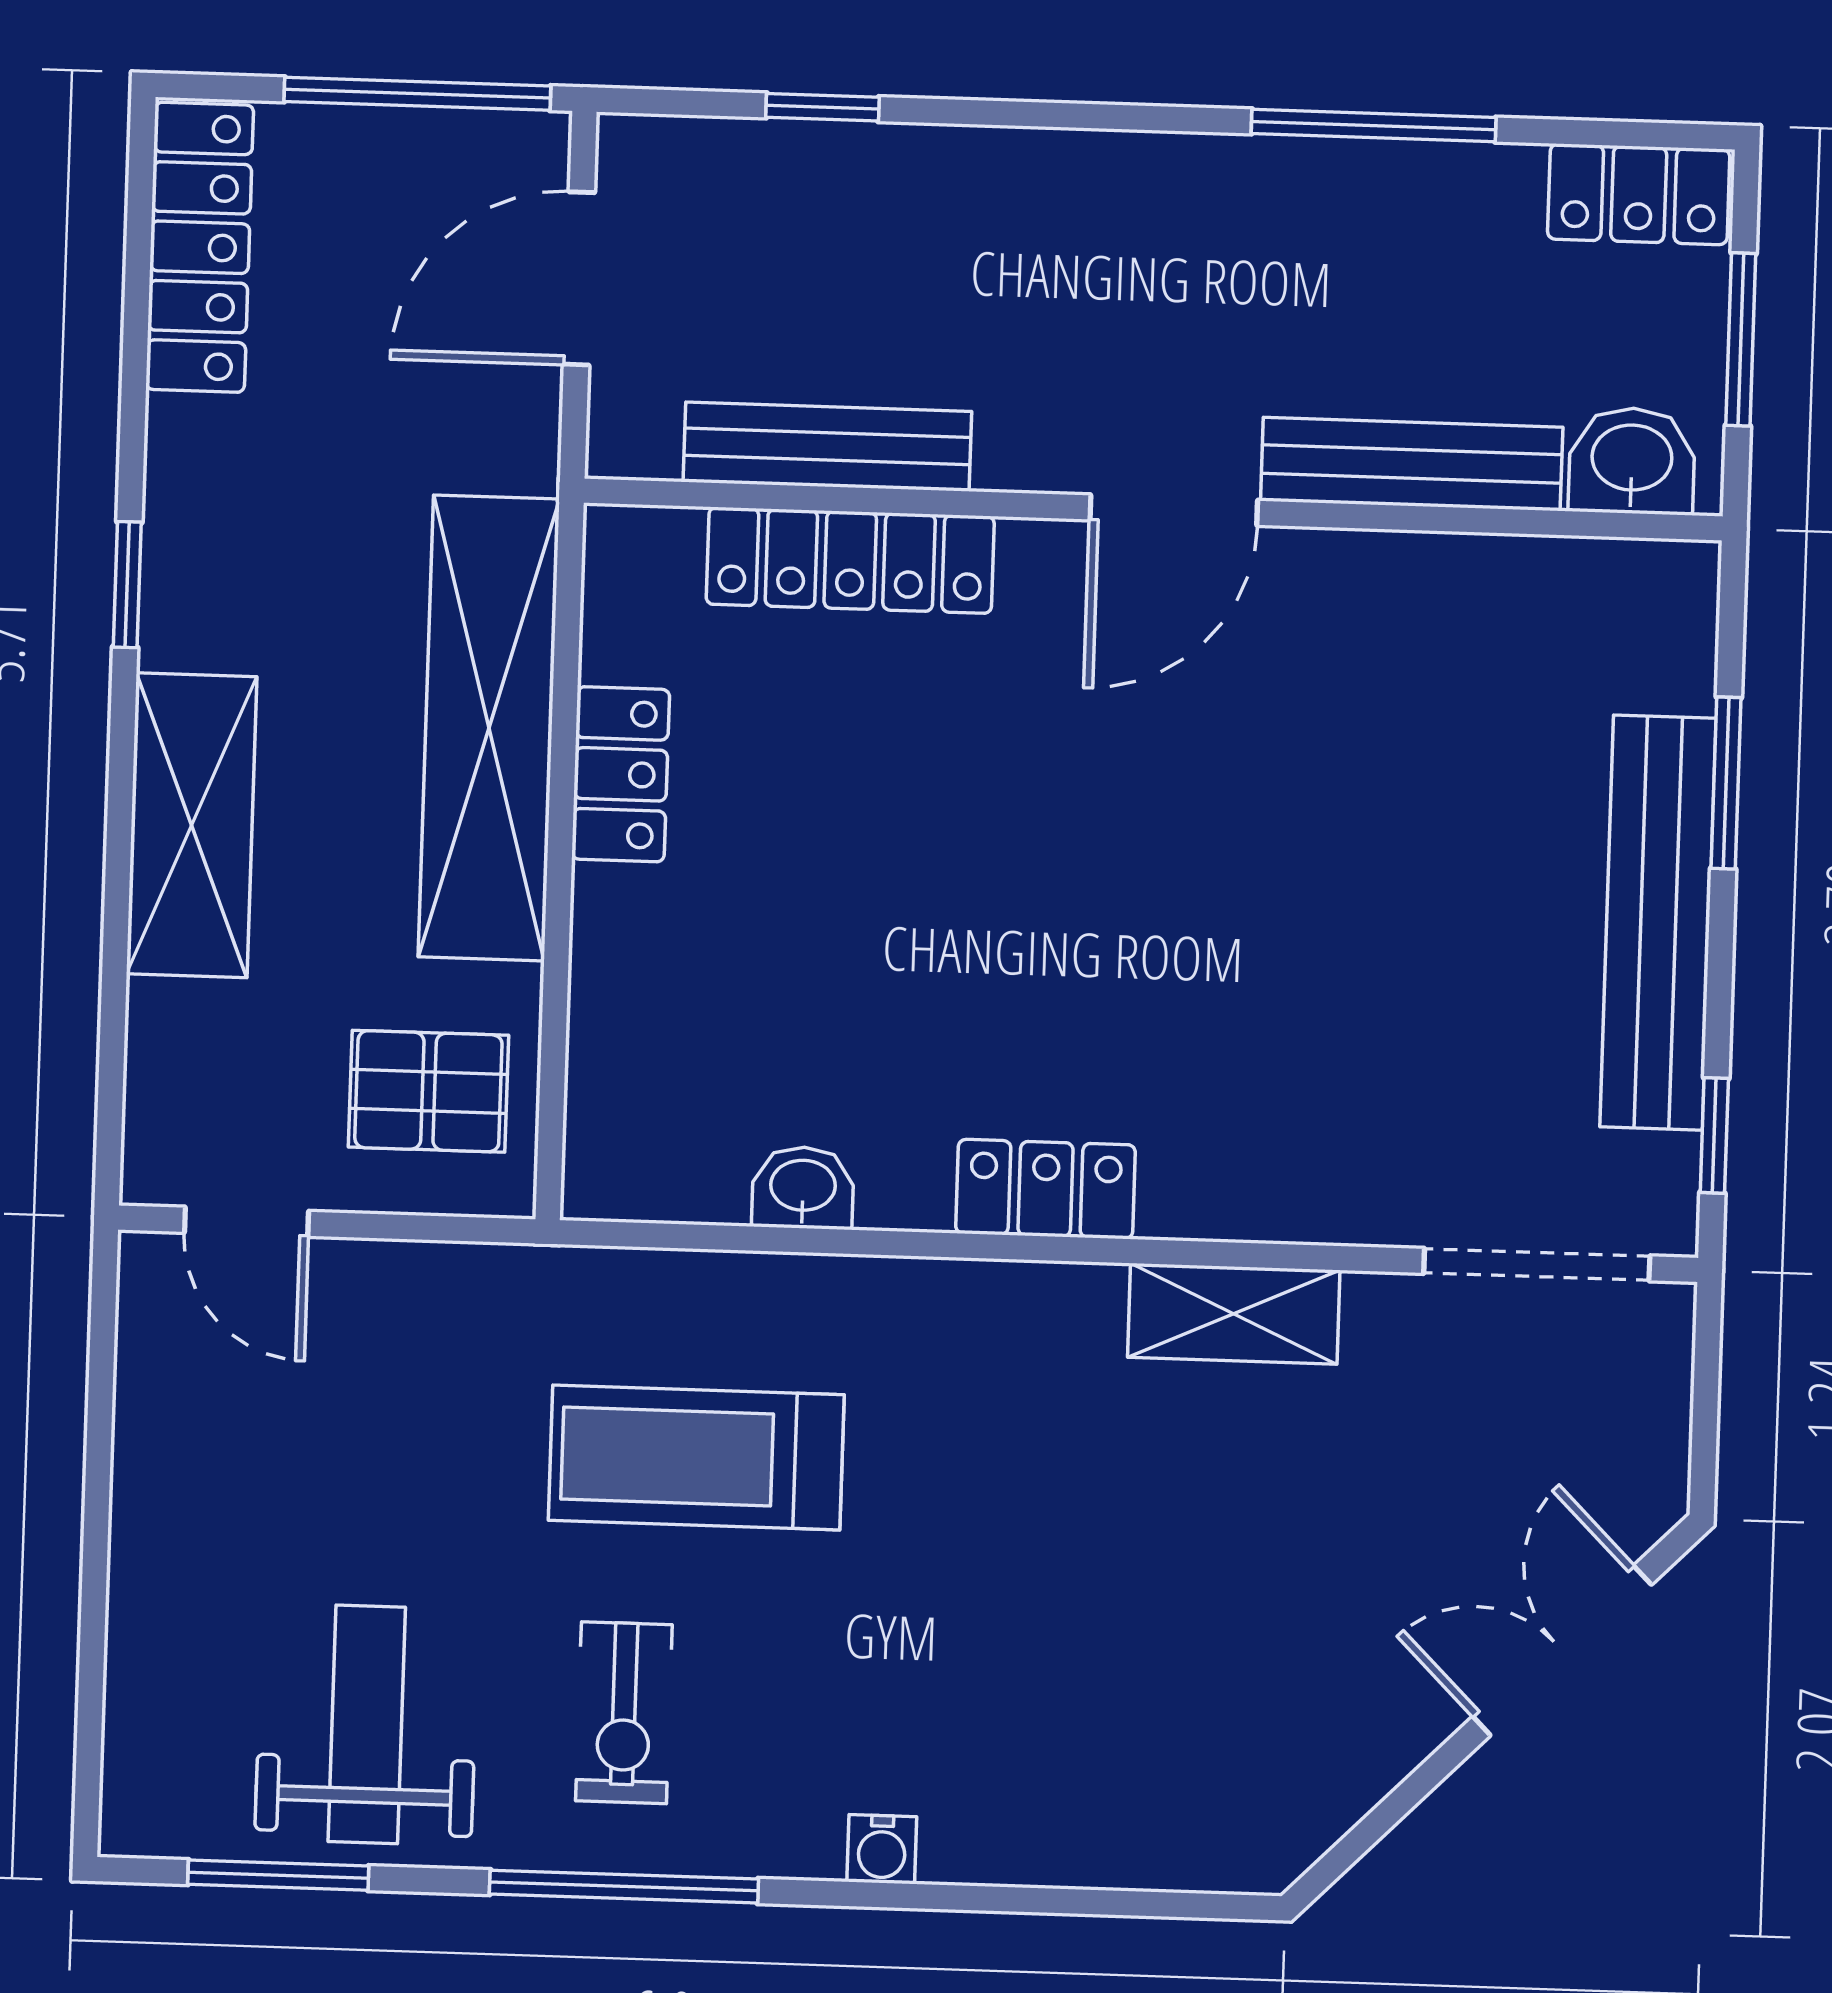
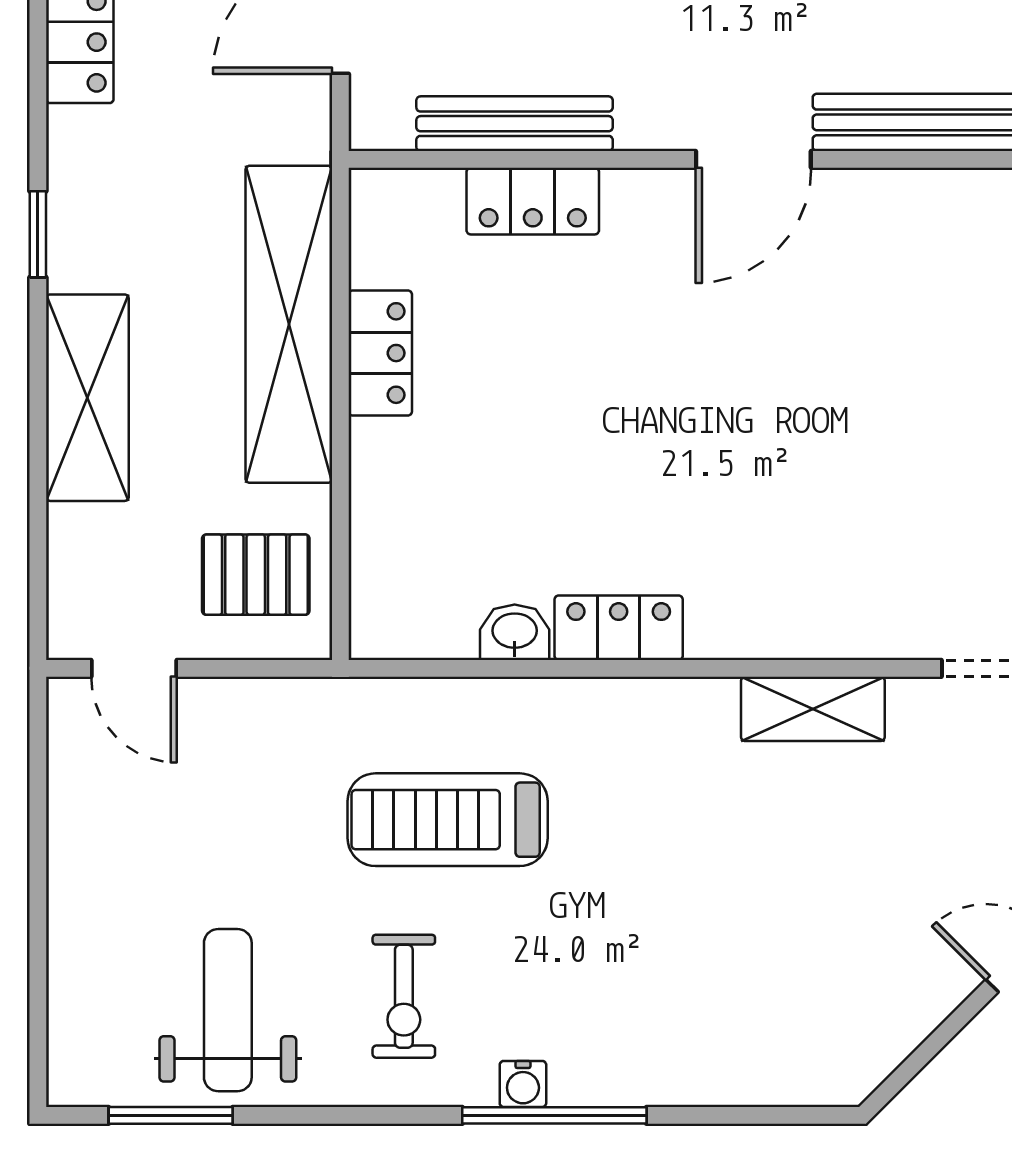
locker: (850, 560) -> (533, 201), width x0.66
locker: (1046, 1189) -> (619, 628), moved
water cooler: (882, 1849) -> (523, 1084), moved
window: (624, 1887) -> (554, 1115), moved

